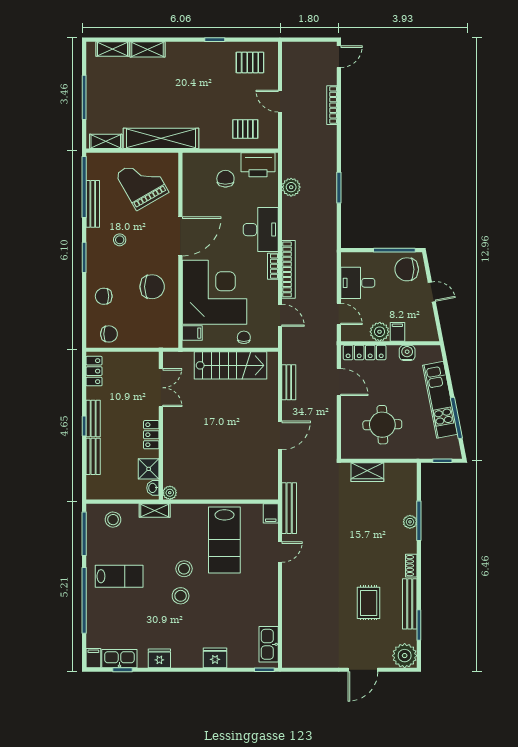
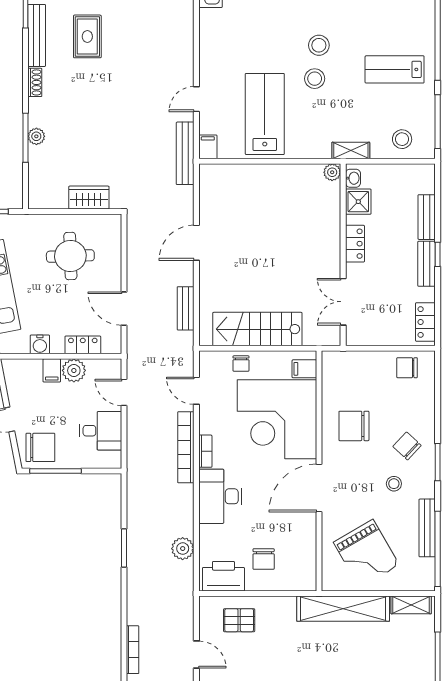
chair: (104, 296) -> (407, 446), moved, turned -137
locker: (365, 352) -> (83, 345), width x0.66

